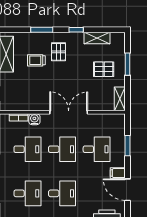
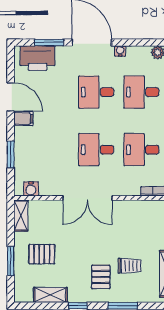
water cooler: (34, 119) -> (31, 189), moved
desk: (97, 149) -> (51, 150), removed

